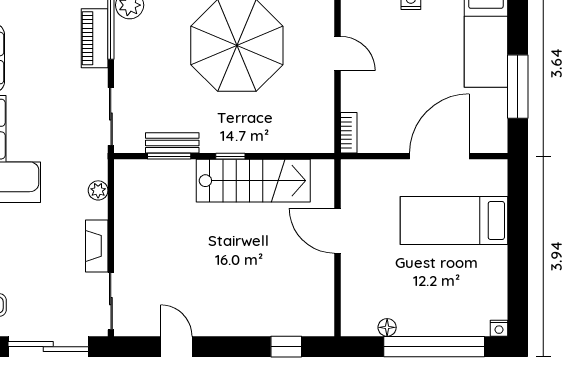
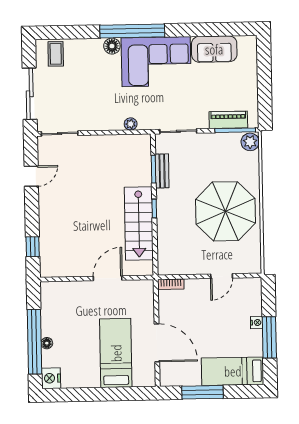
fireplace: (97, 246) -> (95, 124), removed
floor lamp: (387, 327) -> (47, 343), moved
nightstand: (499, 328) -> (51, 378), width x1.89, depth x1.79

